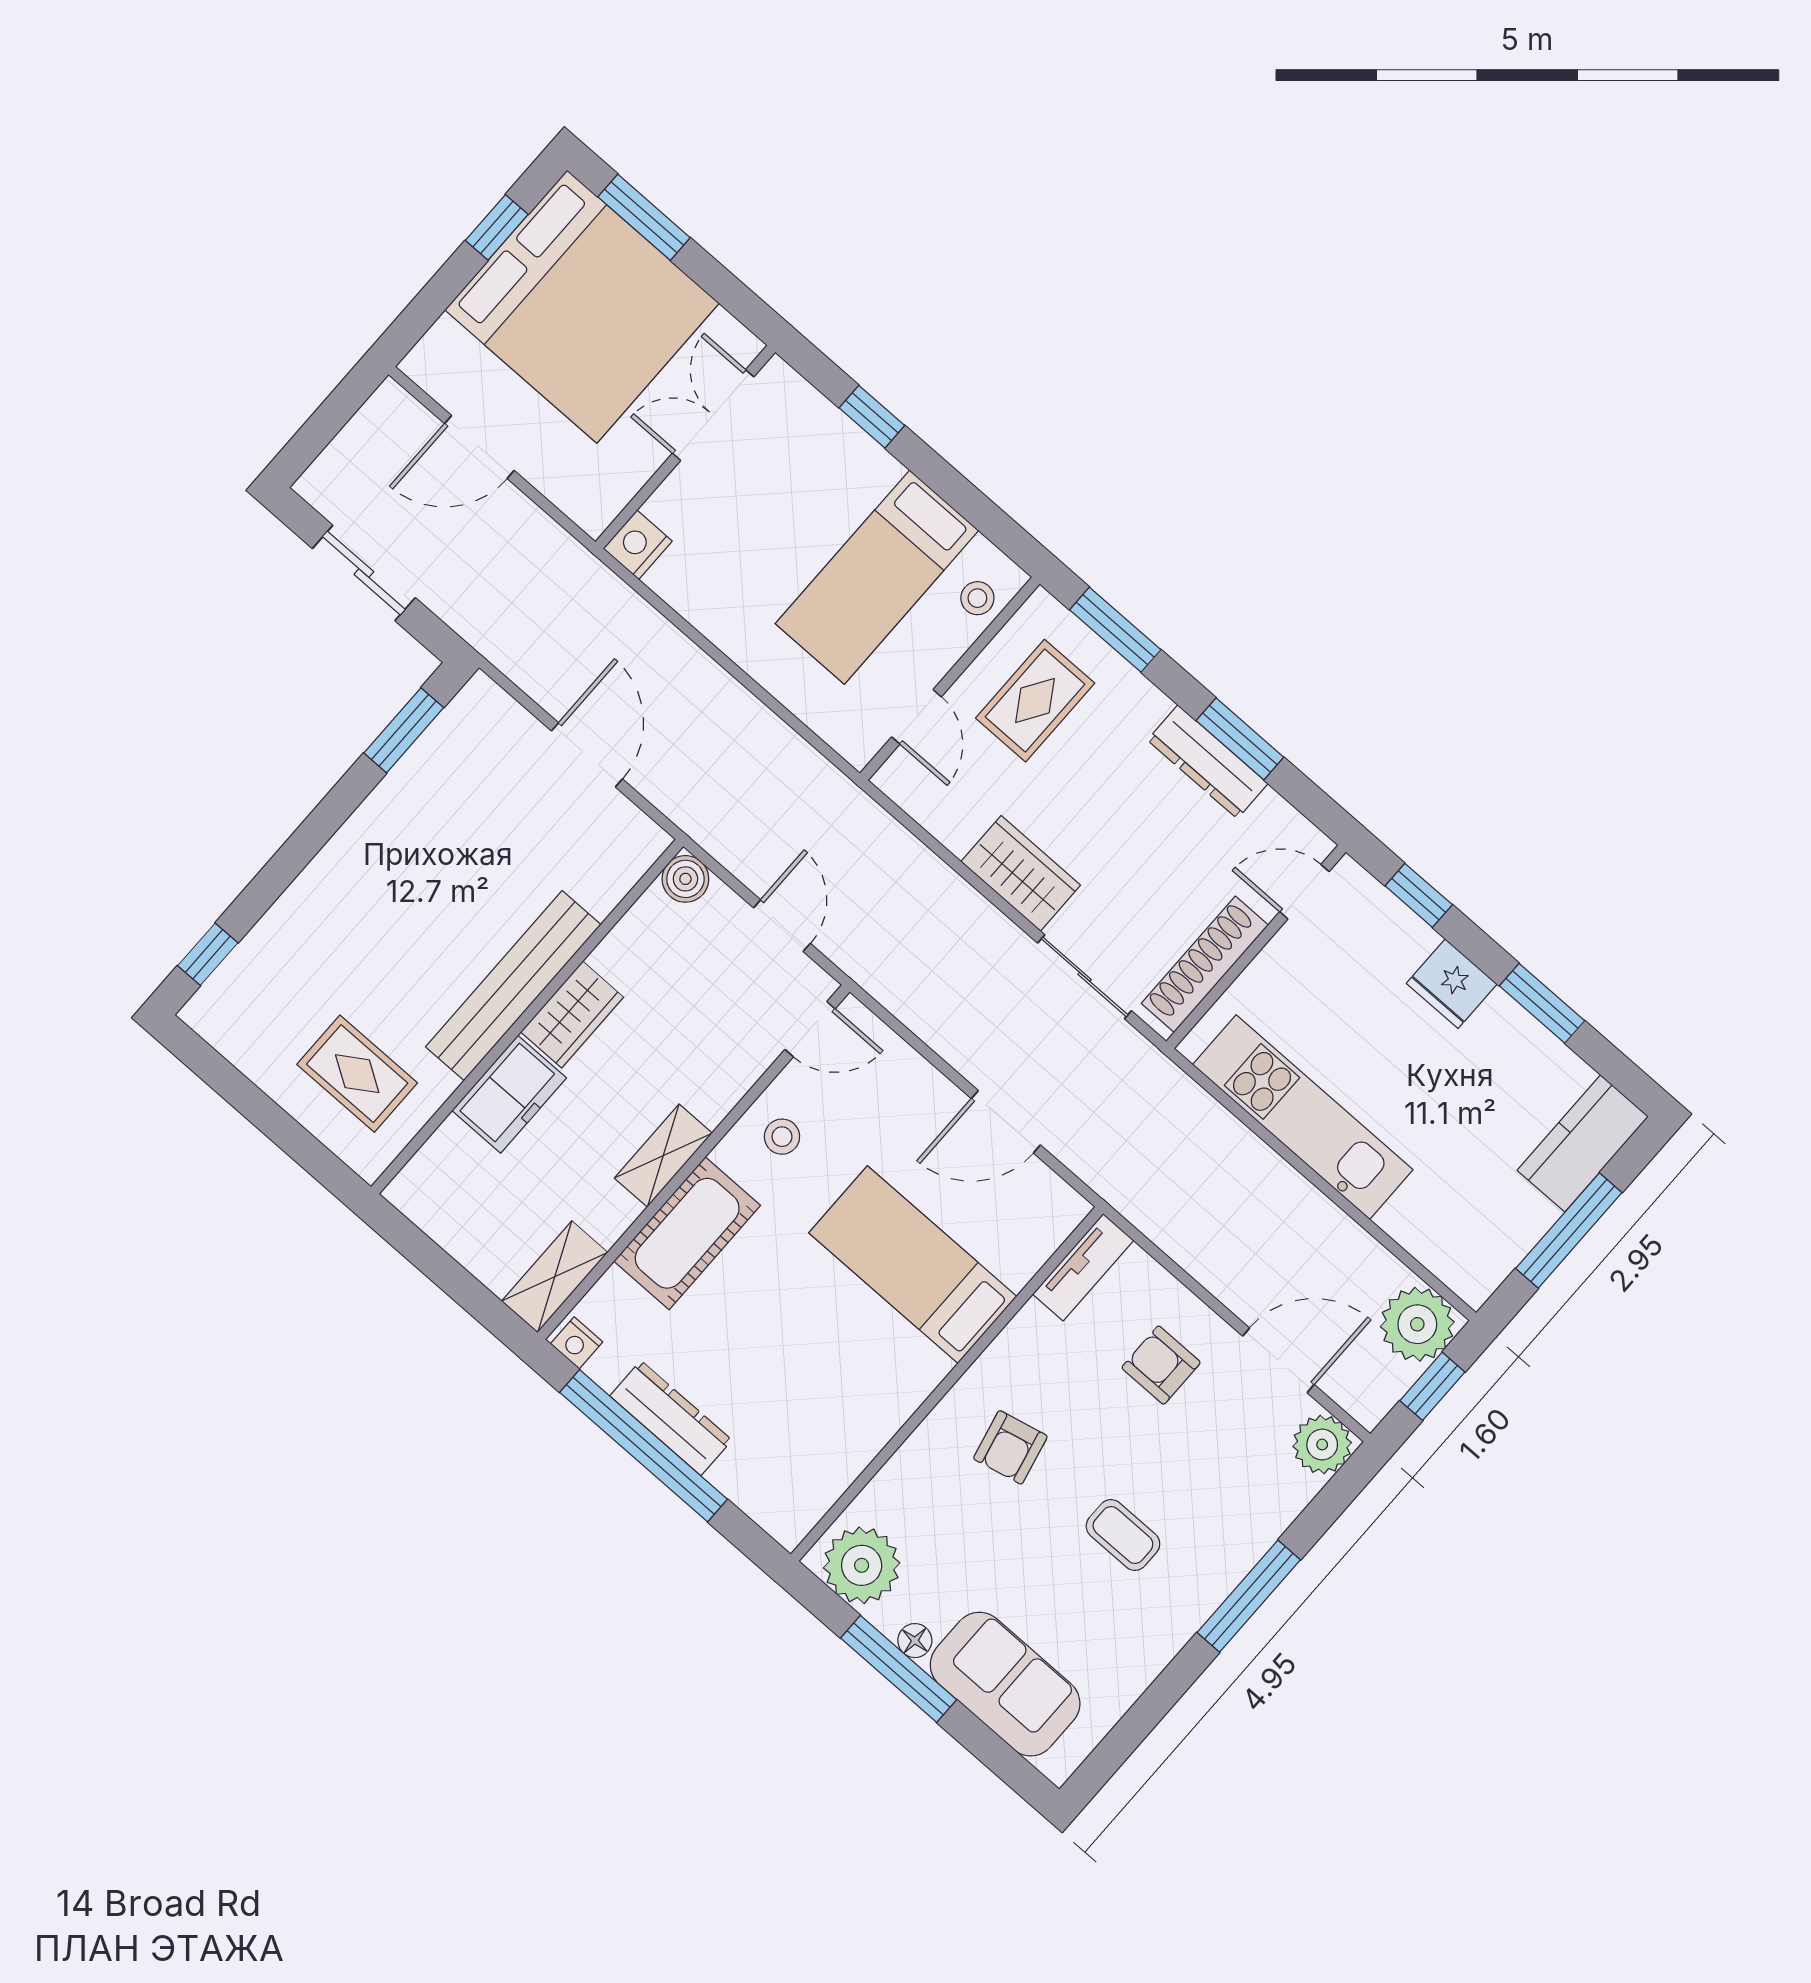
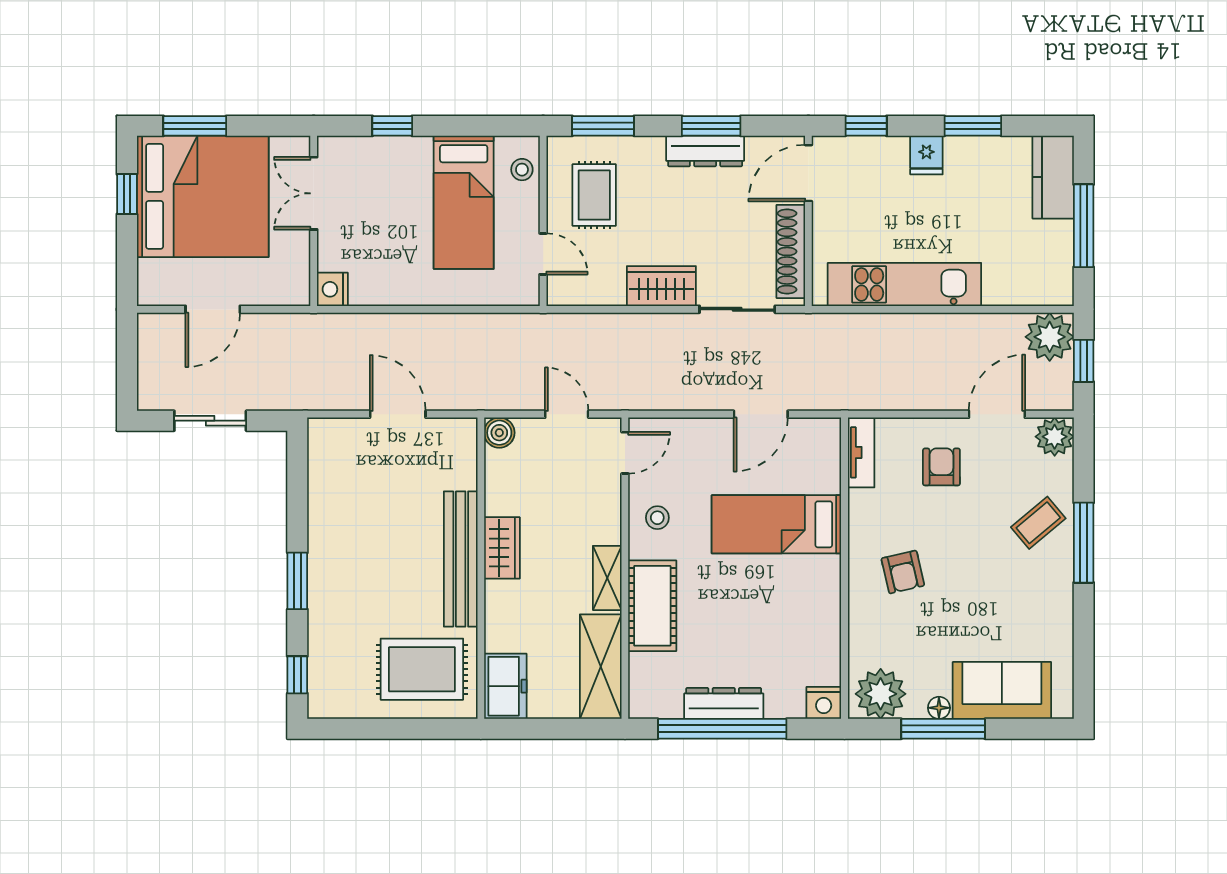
window: (404, 730) -> (297, 581), moved
door: (1304, 892) -> (808, 173), width x1.38
fridge: (1452, 984) -> (926, 155), width x0.72
rug: (357, 1074) -> (422, 669), width x1.36, depth x1.43
freezer: (509, 1094) -> (505, 686), moved
shelving: (555, 1277) -> (601, 667), width x1.50, depth x1.33
nightstand: (577, 1343) -> (824, 703), moved, width x1.39, depth x1.35
armchair: (1161, 1365) -> (941, 467), turned 90
coffee table: (1123, 1535) -> (1038, 523), moved, turned -40

